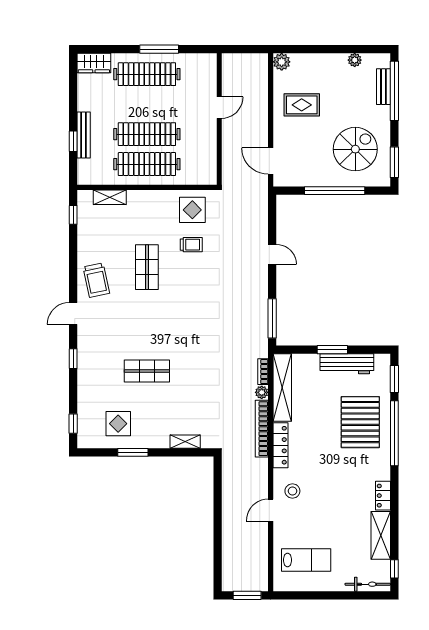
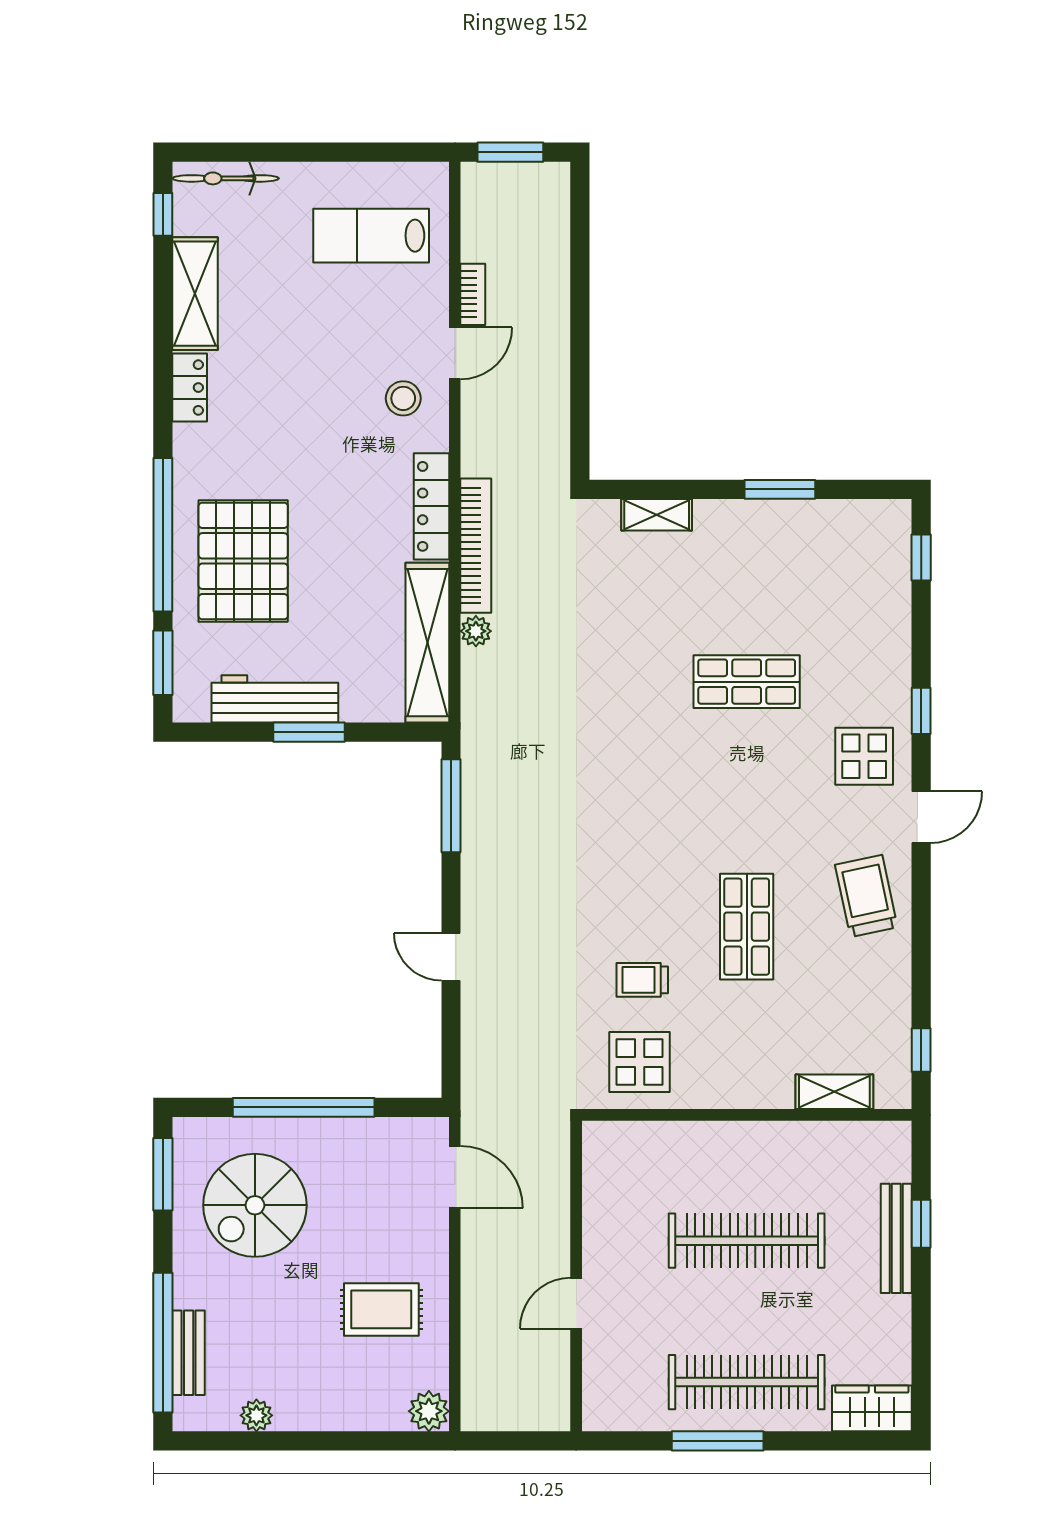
clothes rail: (147, 164) -> (747, 1170), removed
bookcase: (263, 372) -> (473, 294), moved
display table: (118, 424) -> (864, 756), moved

